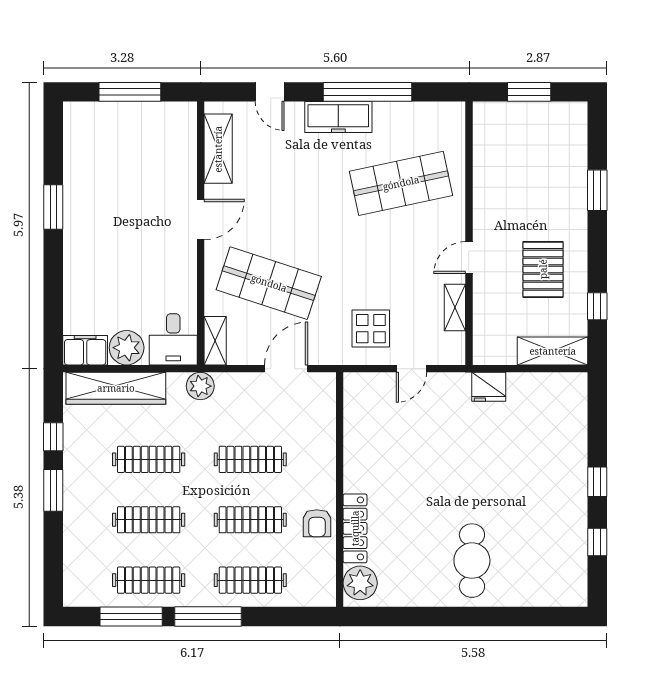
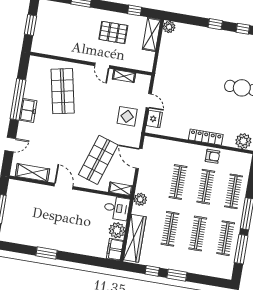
freezer: (338, 117) -> (28, 110), width x0.71
plant: (575, 385) -> (169, 27), added
fridge: (489, 387) -> (154, 119), moved
locker: (355, 528) -> (206, 137), moved

